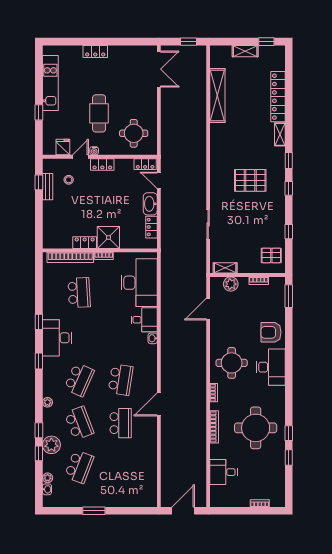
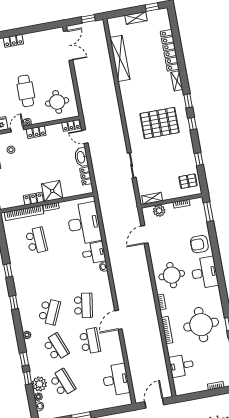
pallet: (250, 180) -> (160, 123), width x1.37, depth x1.41
desk: (57, 338) -> (116, 380), moved, turned 180
plant: (51, 445) -> (39, 384), moved
school desk: (79, 467) -> (62, 383), turned -42

